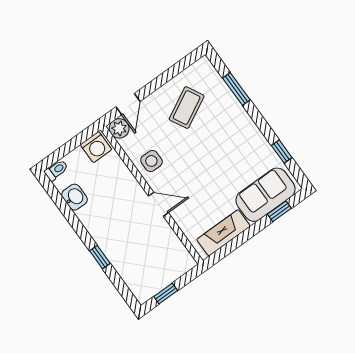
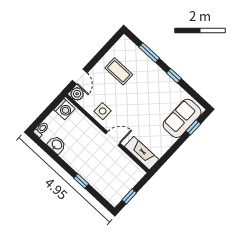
coffee table: (187, 108) -> (119, 71), turned -62
window: (282, 152) -> (174, 76), moved
fireplace: (223, 233) -> (142, 153), moved, turned 90

